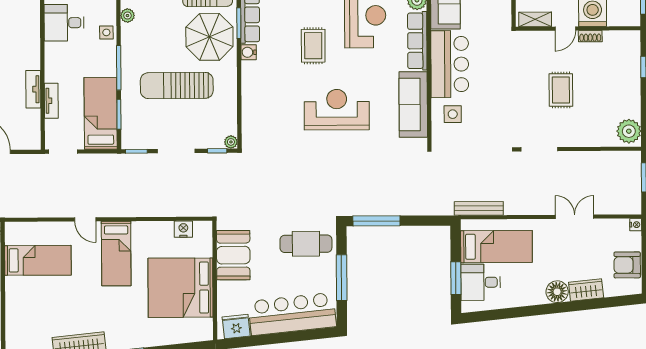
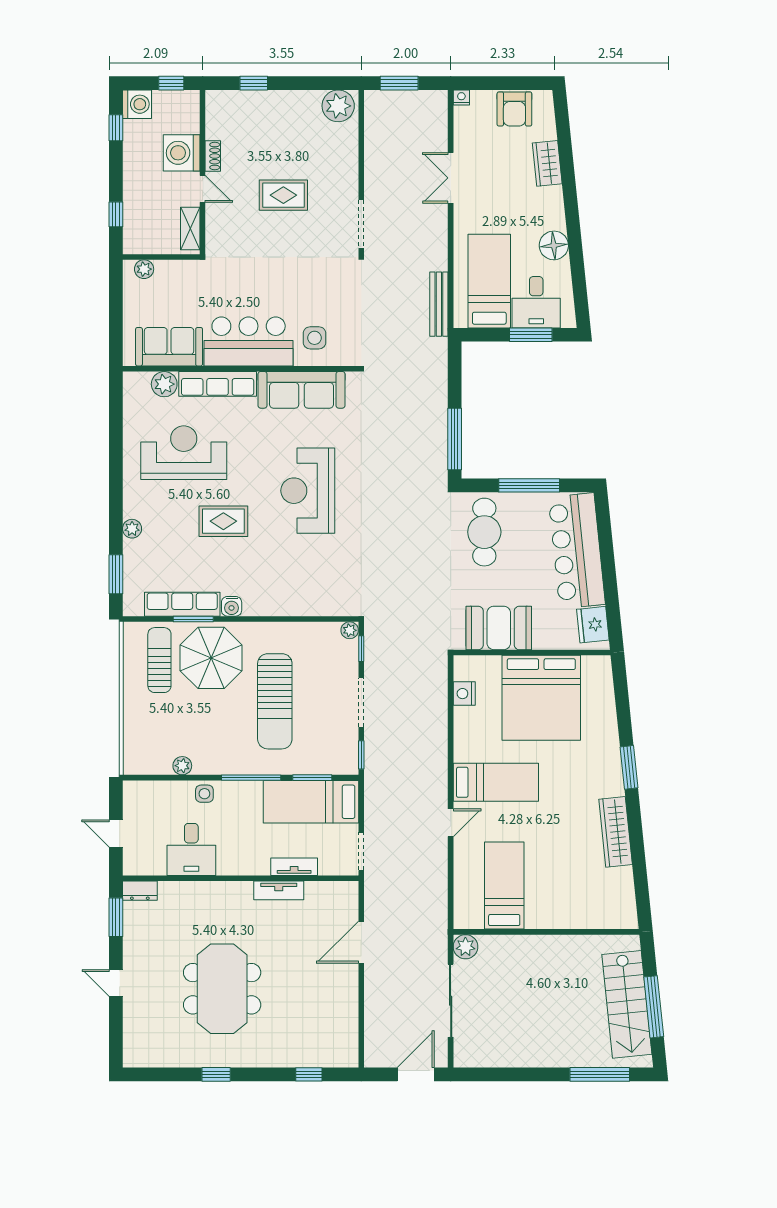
floor lamp: (557, 292) -> (554, 245), moved

